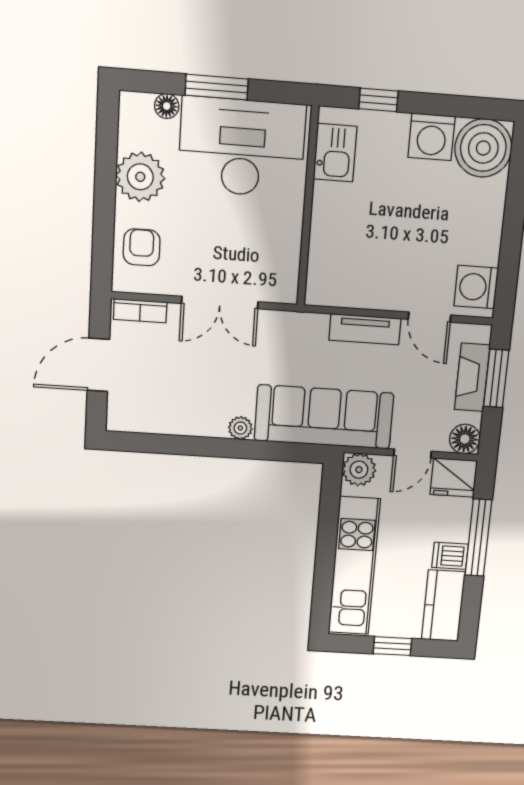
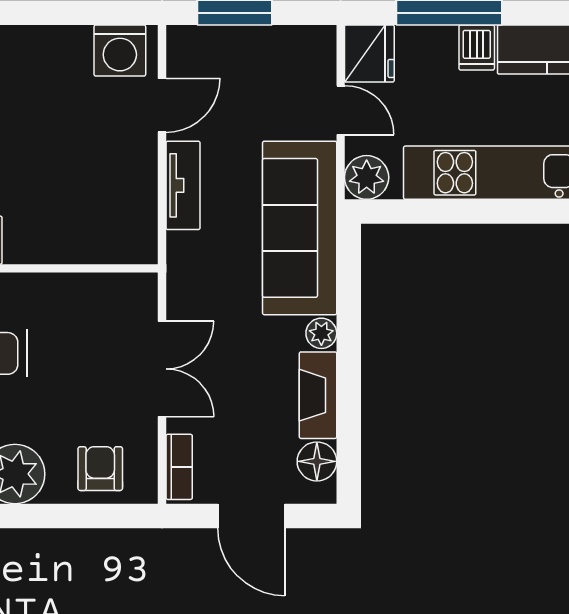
armchair: (142, 247) -> (100, 469), turned 90
fireplace: (472, 377) -> (318, 395), moved, turned 90
floor lamp: (465, 439) -> (317, 461), moved

